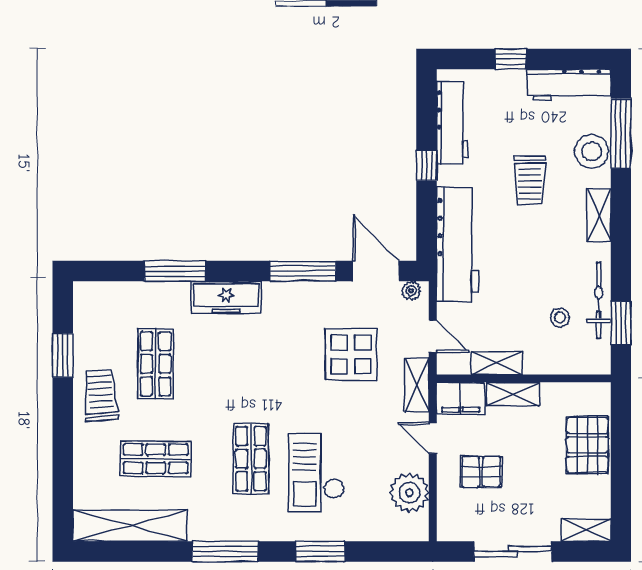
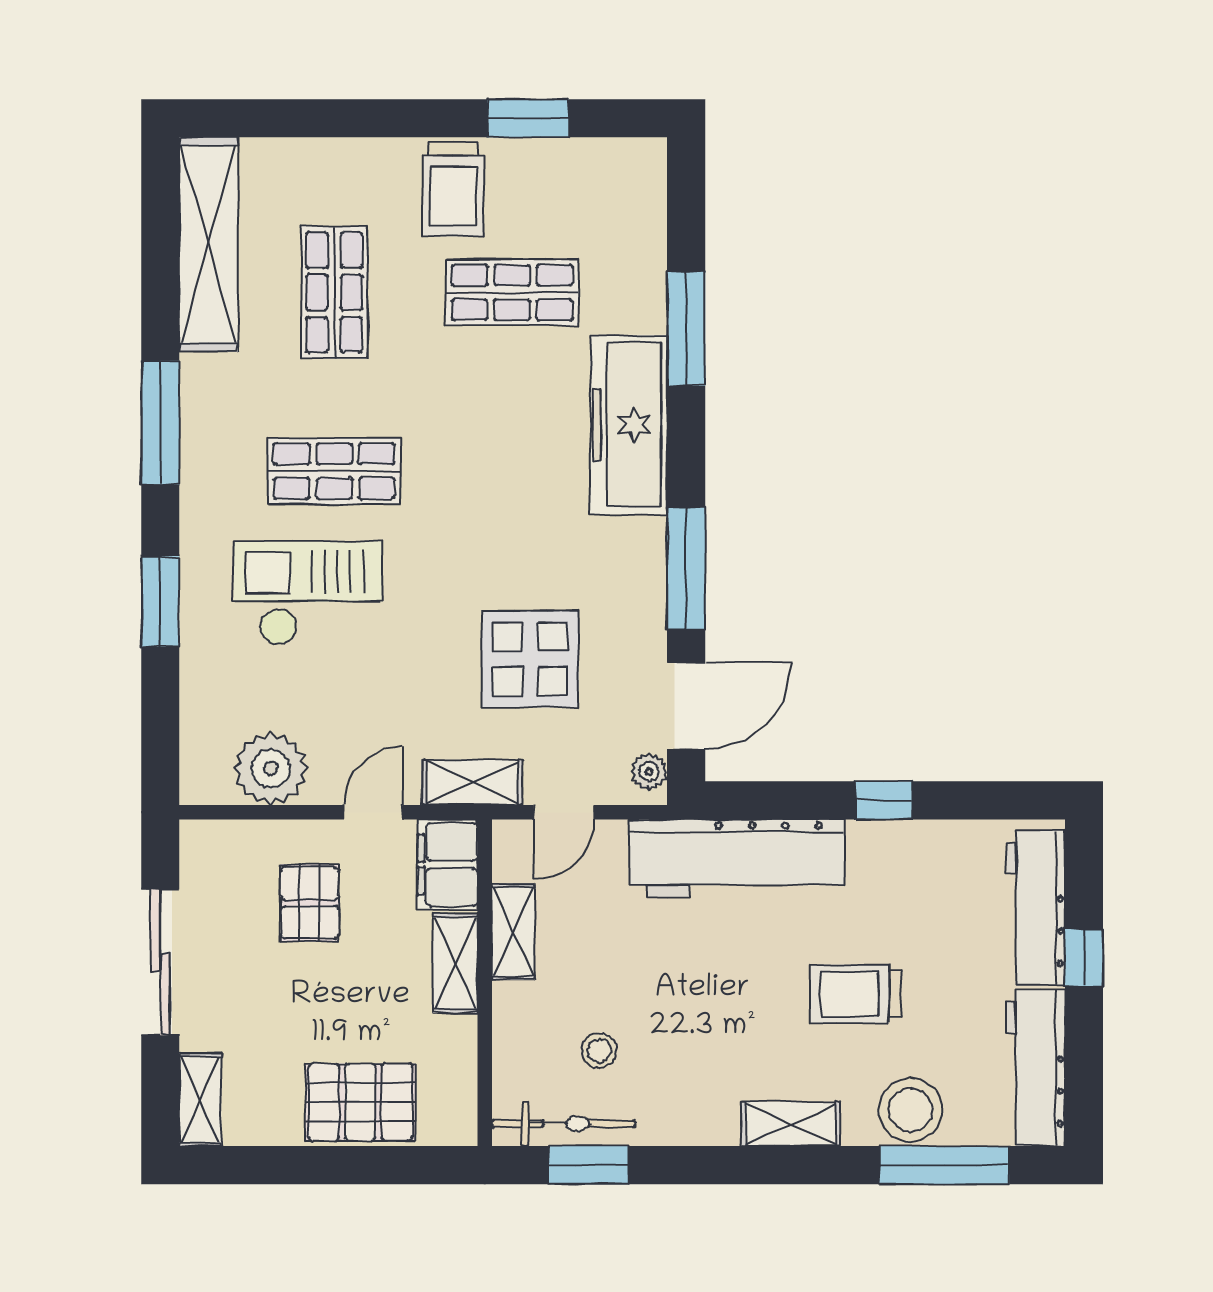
workbench: (452, 122) -> (1036, 908), moved, turned 90
freezer: (226, 297) -> (629, 425), width x1.36, depth x1.26
bicycle: (599, 300) -> (563, 1123), moved
trolley: (101, 395) -> (453, 189), turned 94

